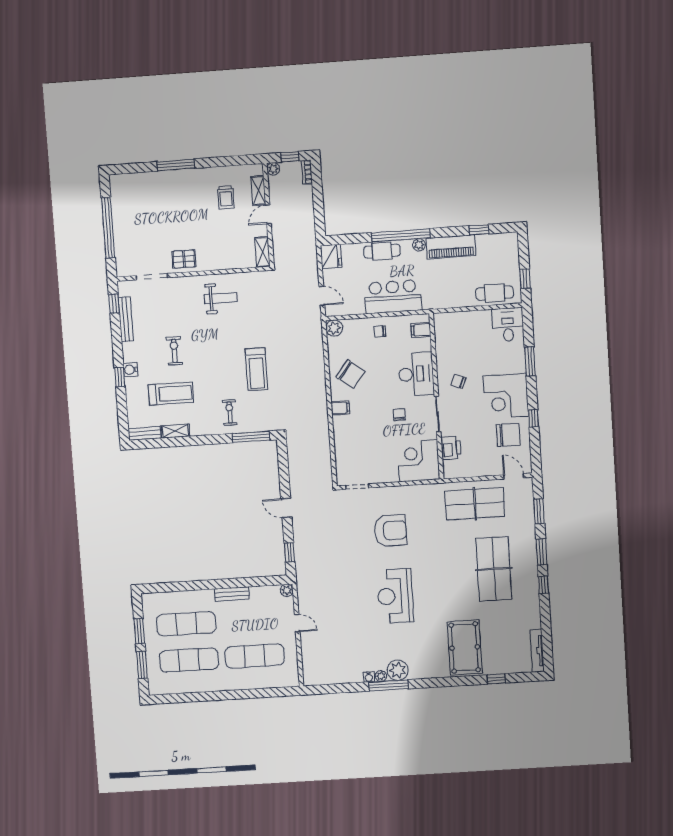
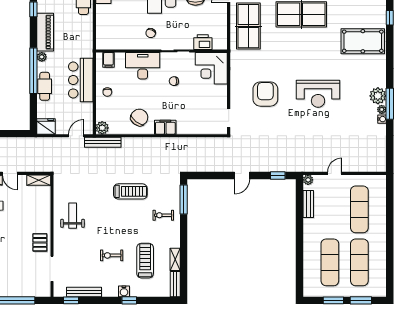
bench: (316, 330) -> (103, 142), added
filing cabinet: (340, 408) -> (165, 127), width x2.00
bench: (232, 594) -> (308, 204), moved

